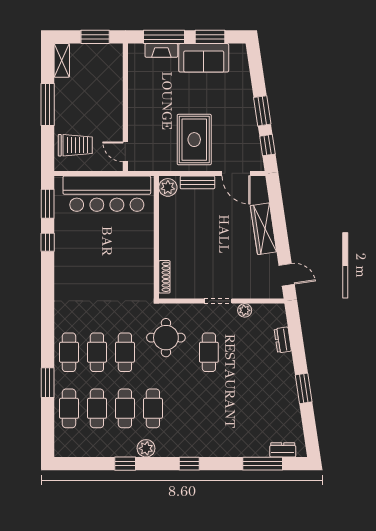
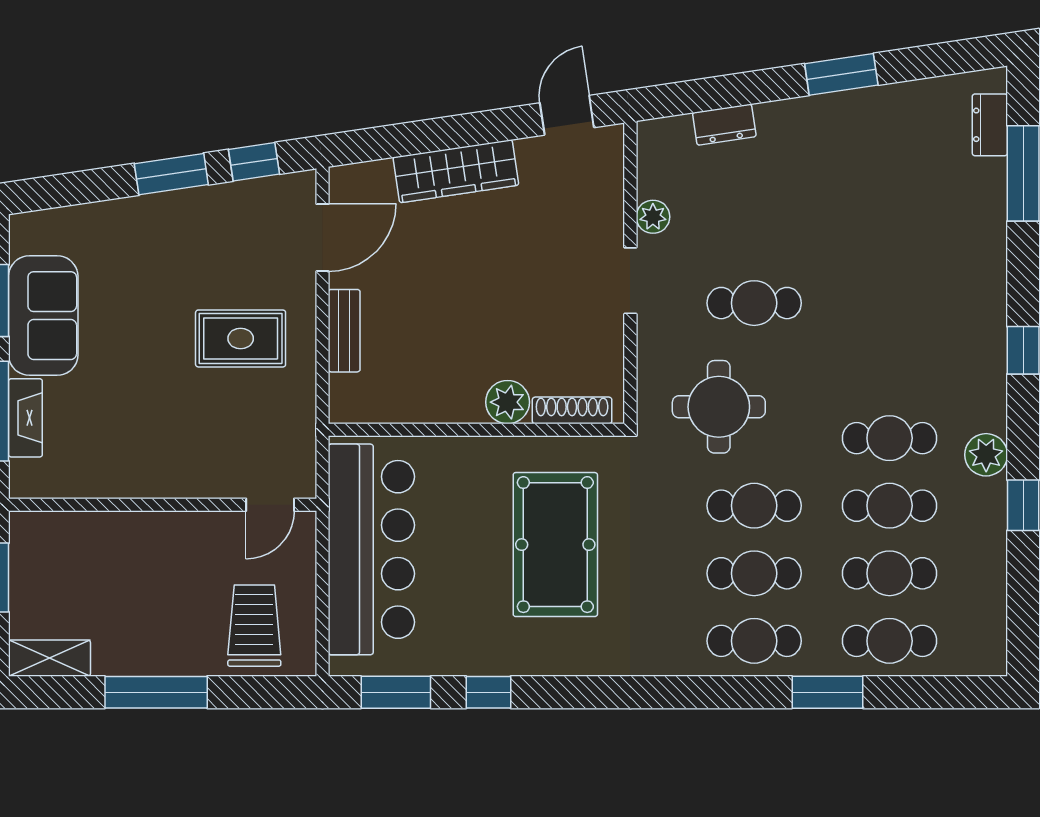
rug: (194, 140) -> (241, 338), width x0.73, depth x0.70
plant: (168, 187) -> (508, 402), moved
pool table: (109, 270) -> (555, 545), added

